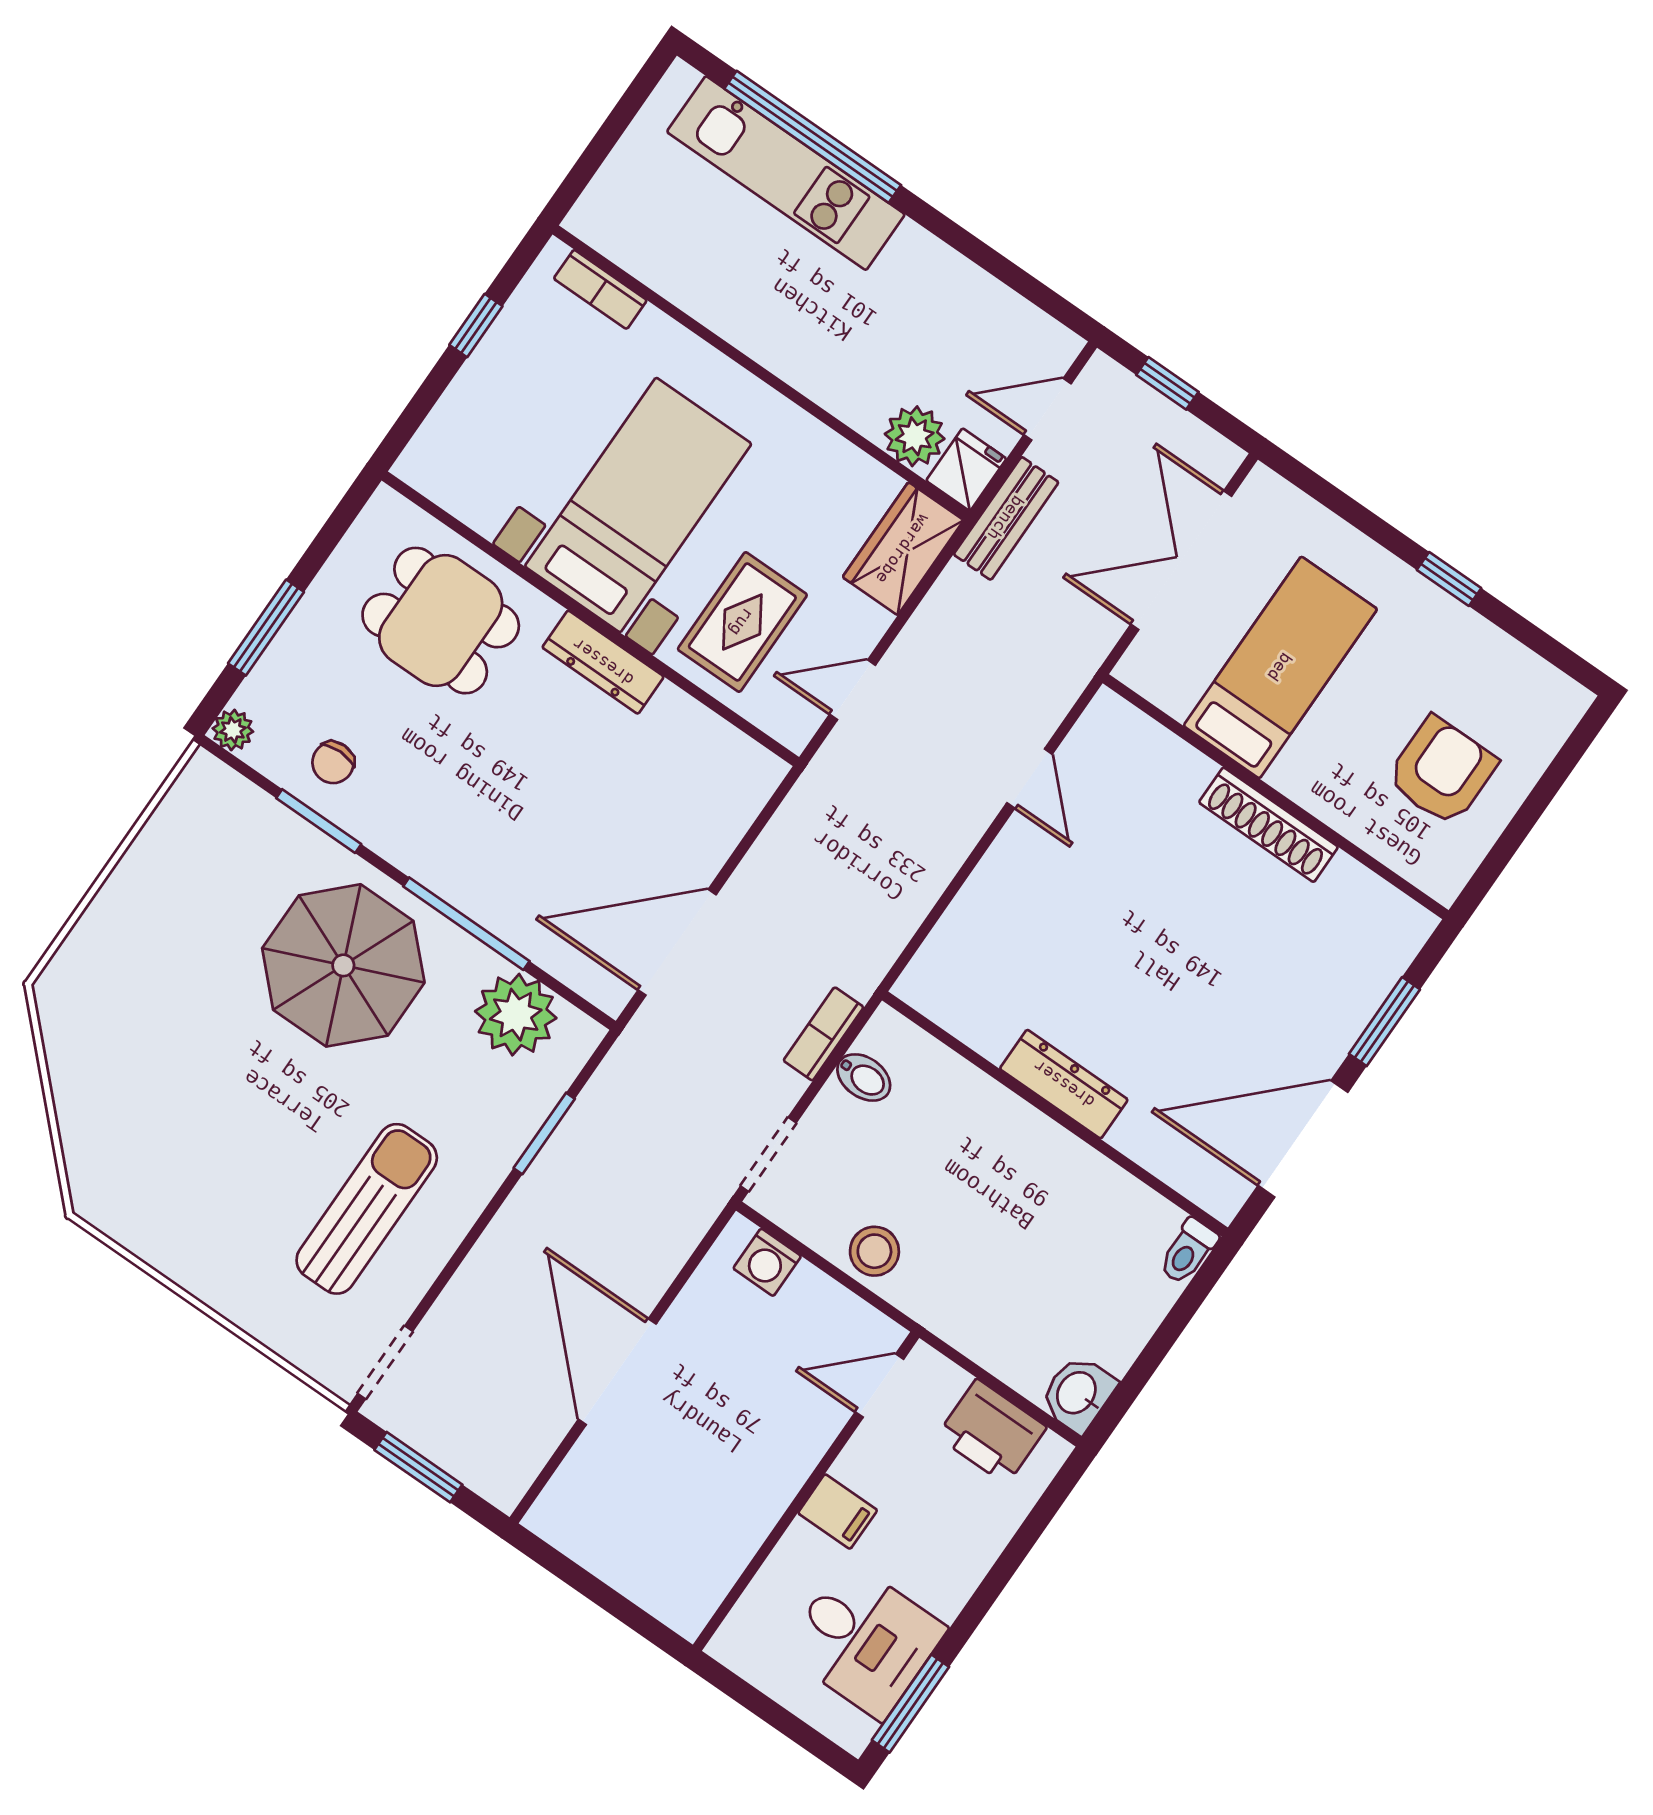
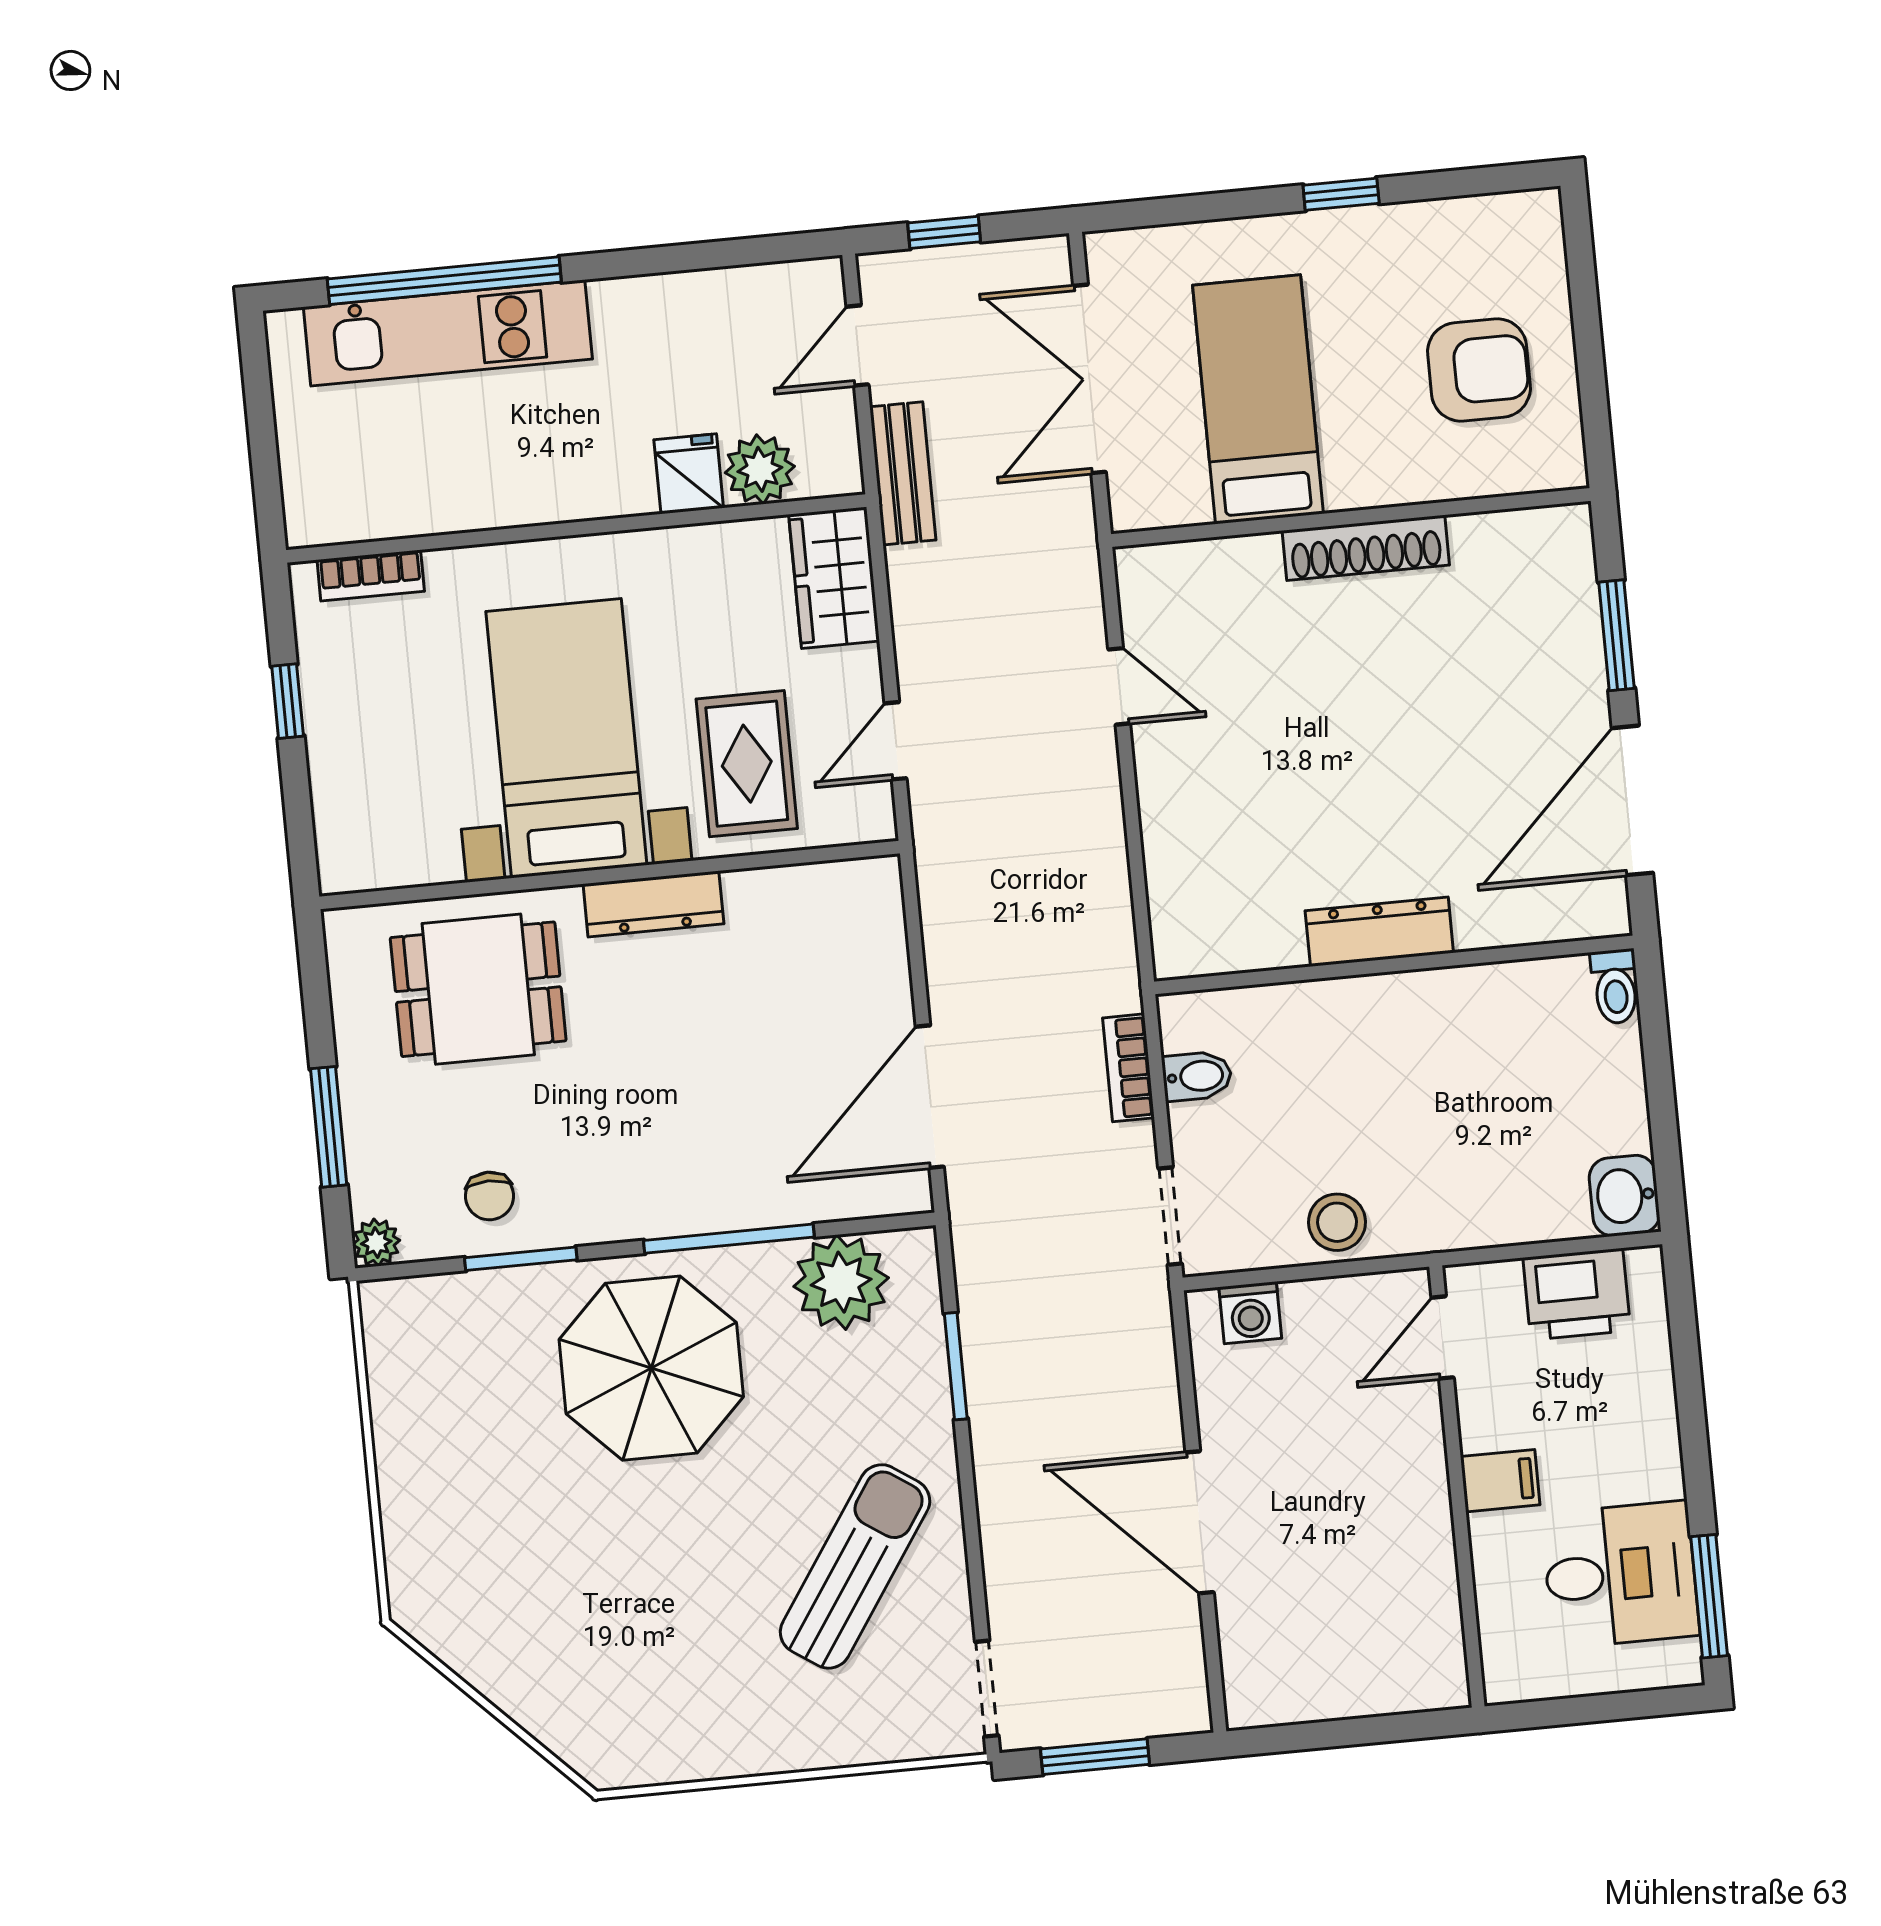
fridge: (966, 470) -> (689, 474), moved
armchair: (1442, 771) -> (1479, 370), turned 90
sun lounger: (367, 1209) -> (855, 1566), turned 34

